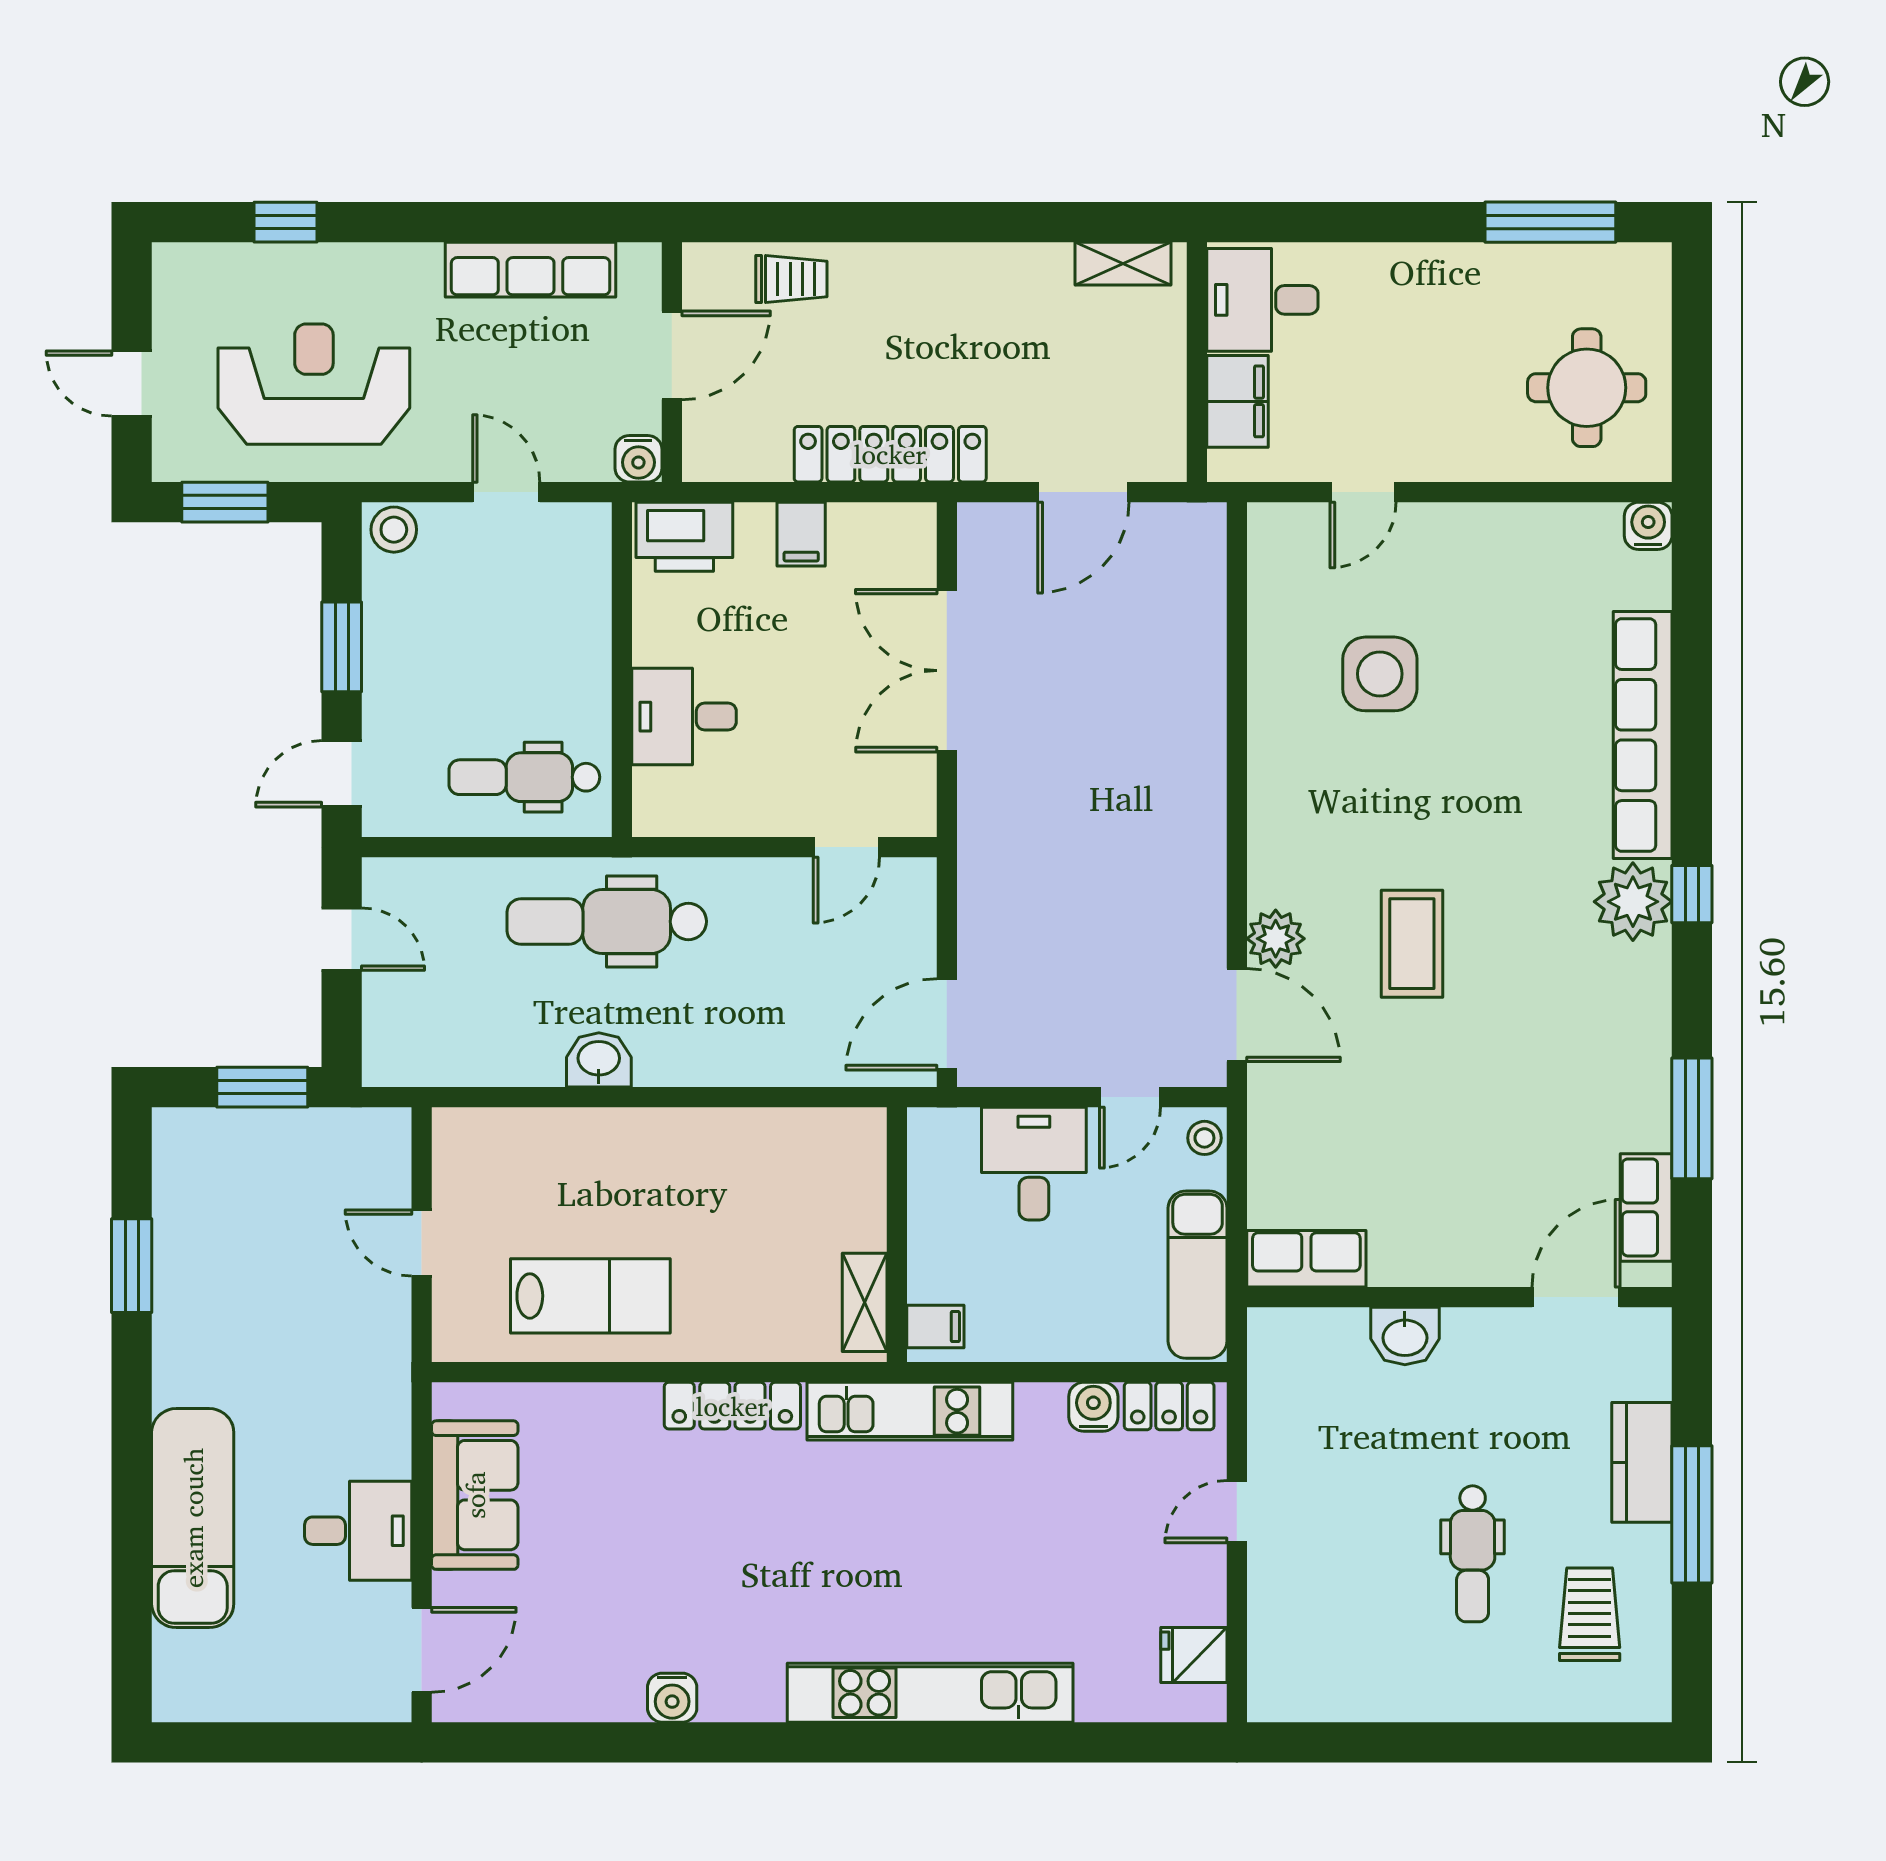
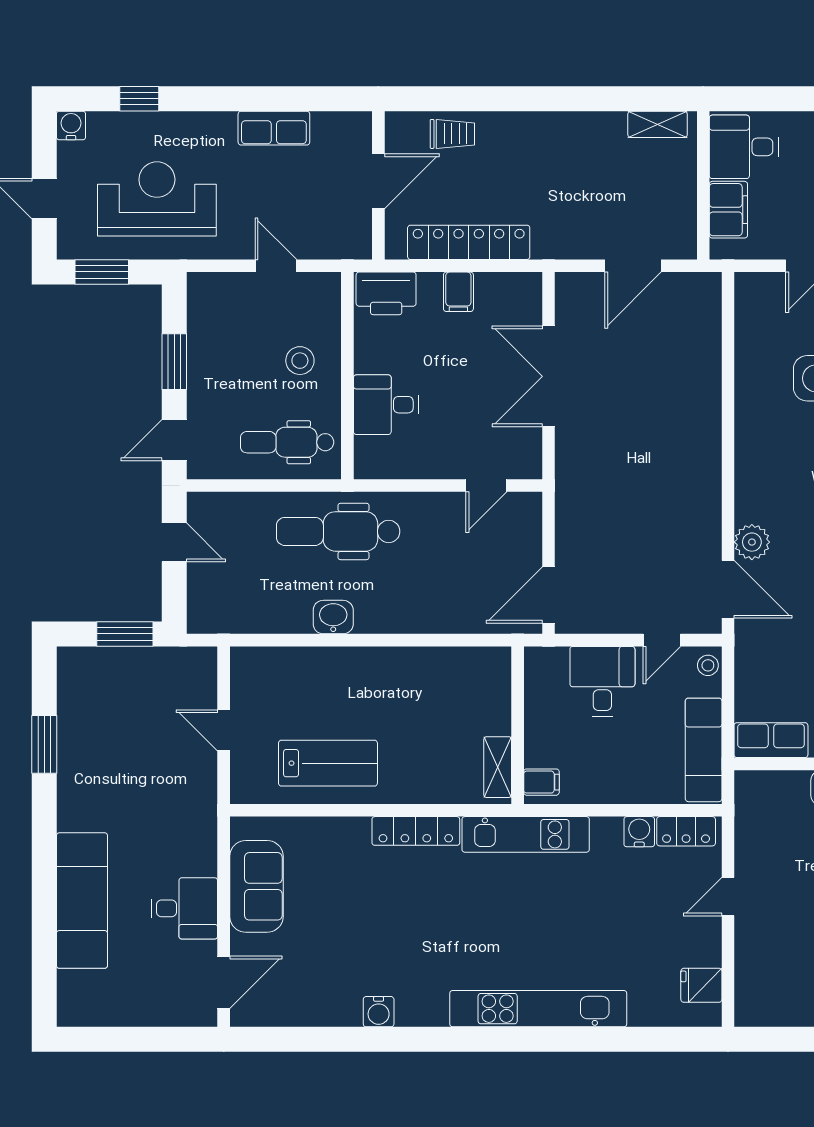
row of seats: (531, 270) -> (274, 128), width x0.68
locker: (890, 454) -> (469, 242), moved
water cooler: (638, 459) -> (71, 125), moved, turned 180
stool: (394, 530) -> (300, 361), moved

